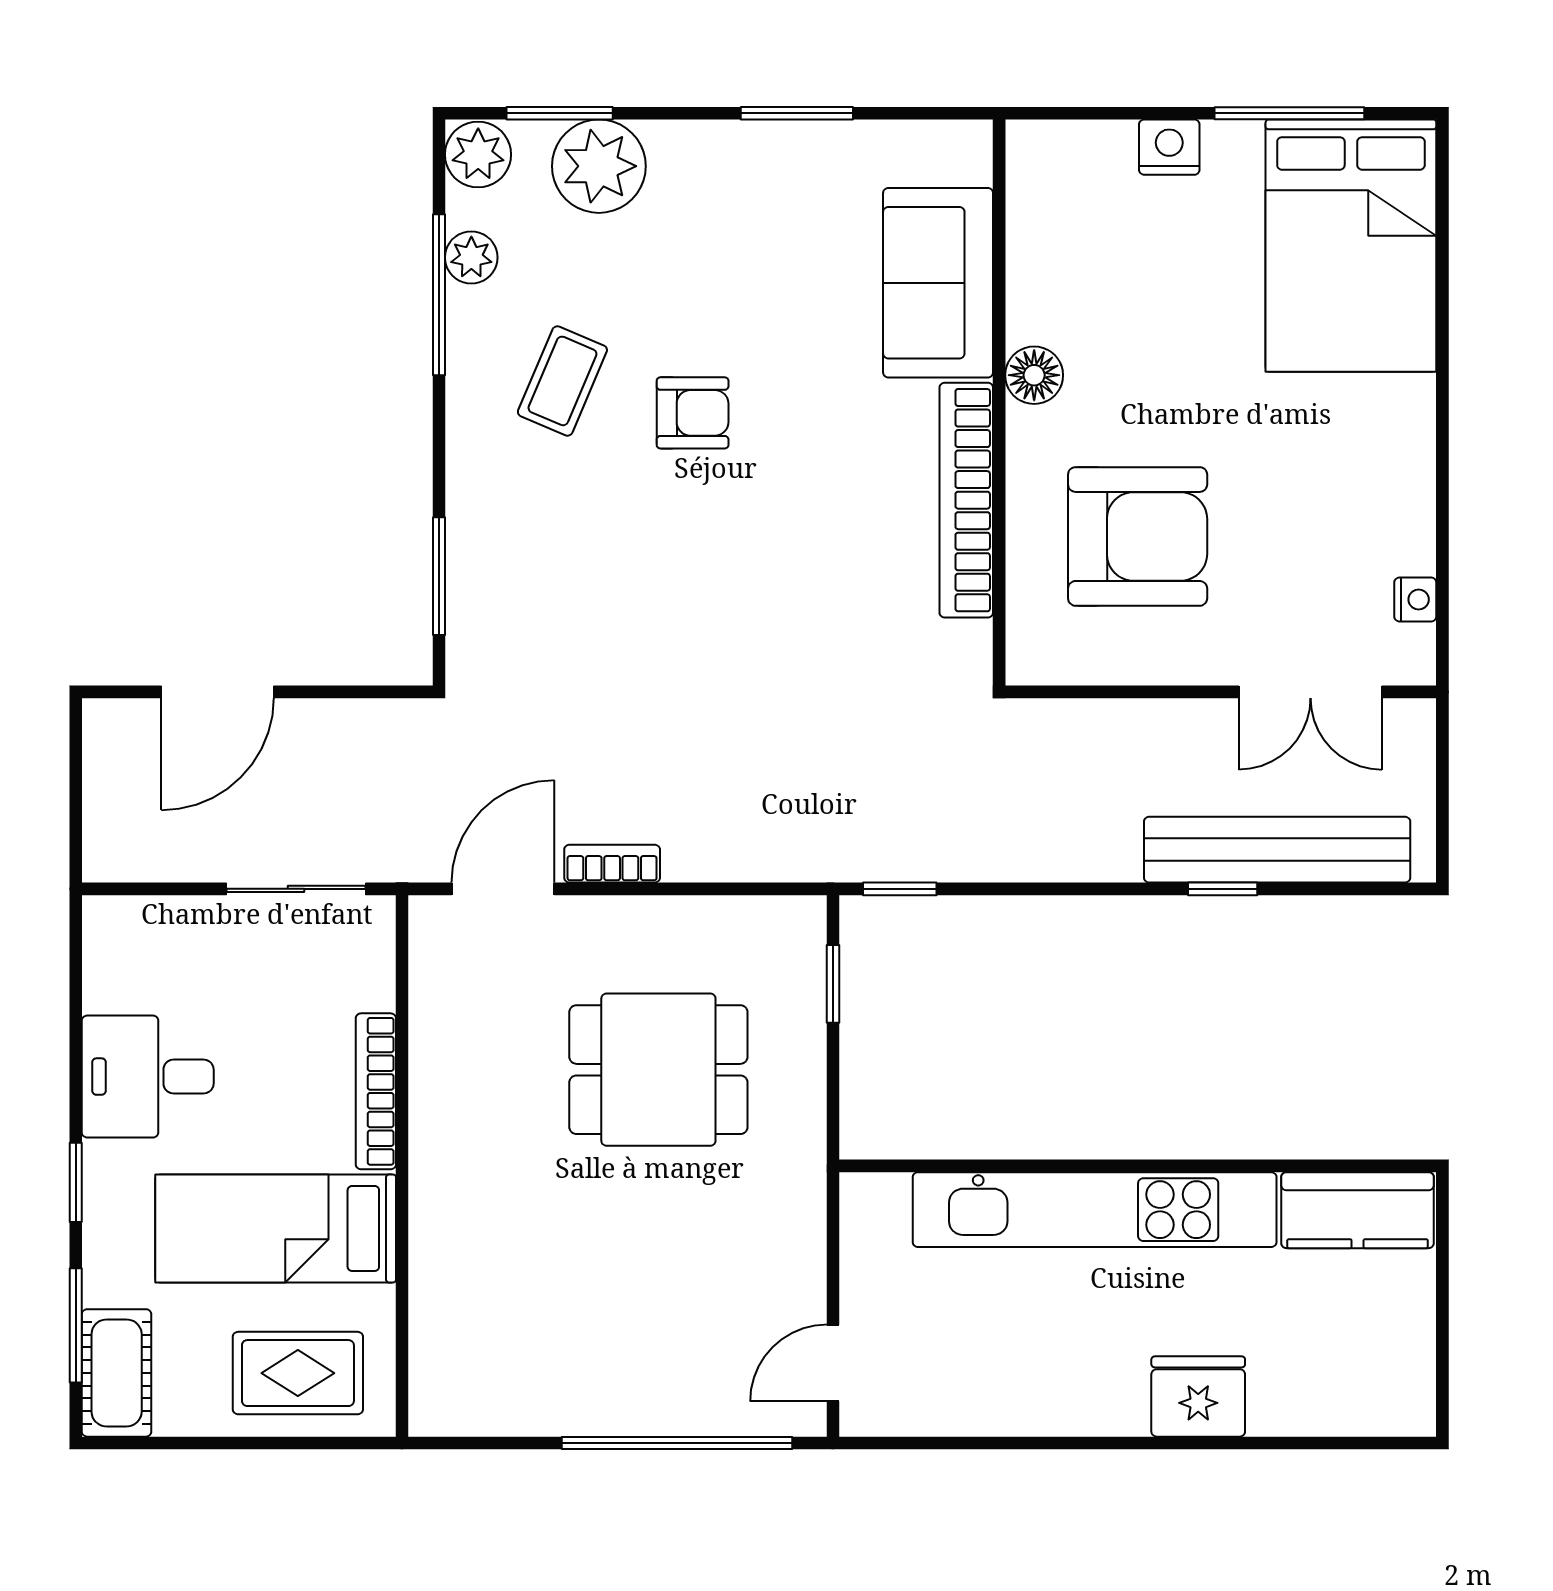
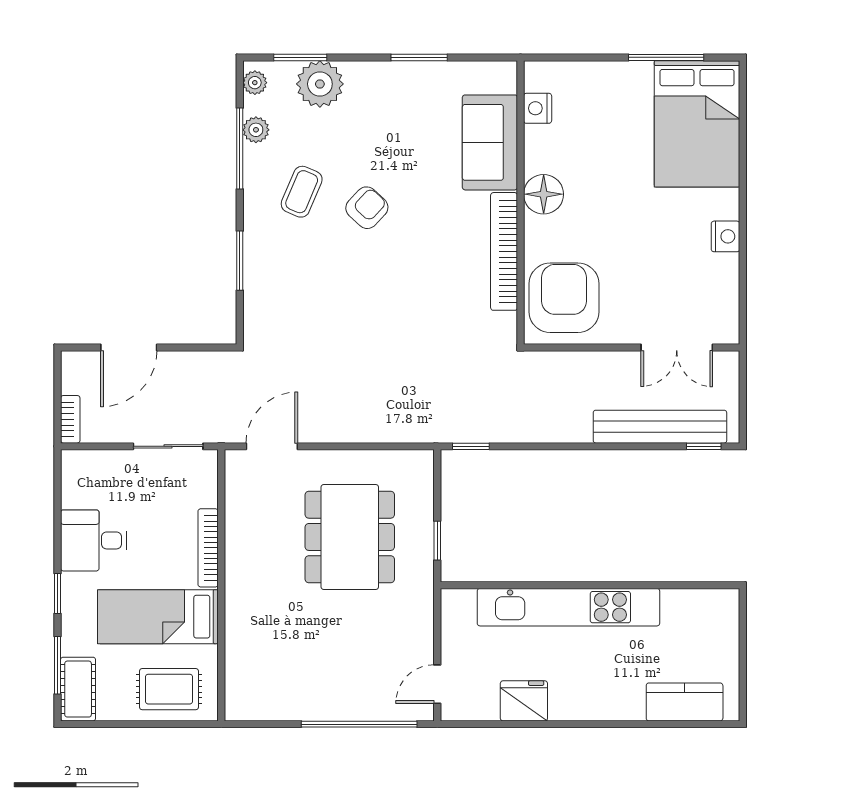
nightstand: (1169, 147) -> (538, 108), moved, turned -90
plant: (478, 154) -> (255, 83), width x0.73, depth x0.73
floor lamp: (1034, 375) -> (544, 194), width x1.38, depth x1.38
armchair: (693, 413) -> (367, 208), turned -47
armchair: (1138, 536) -> (564, 298), moved, turned -90
window: (439, 576) -> (240, 261), moved
nightstand: (1415, 600) -> (726, 236), moved, width x1.39, depth x1.35
bookcase: (612, 864) -> (70, 419), moved, turned 90
window: (1223, 889) -> (704, 446), moved
window: (833, 984) -> (437, 541), moved
dining table: (658, 1070) -> (350, 537), width x1.38
kitchen counter: (1358, 1210) -> (685, 702), moved, turned 180
fridge: (1198, 1396) -> (524, 701), moved

